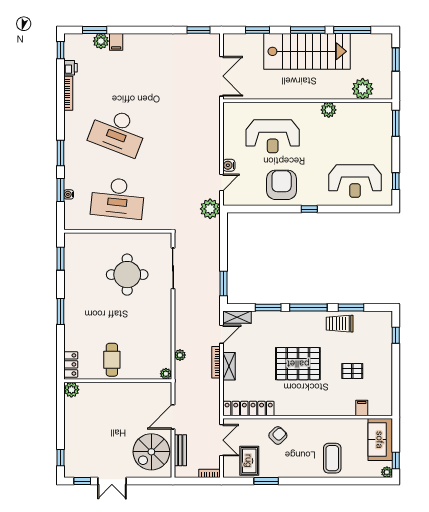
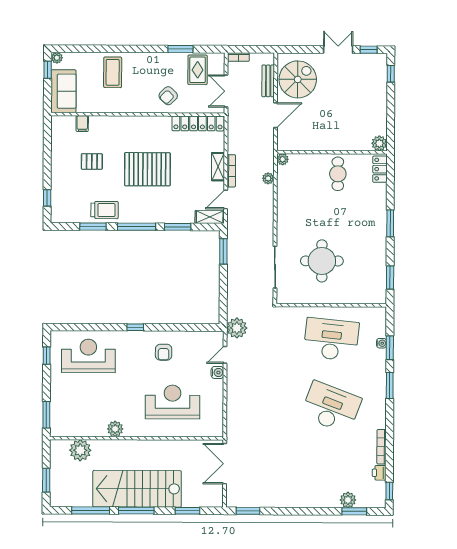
filing cabinet: (116, 42) -> (332, 499), removed
armchair: (282, 185) -> (164, 352), width x0.53, depth x0.53

